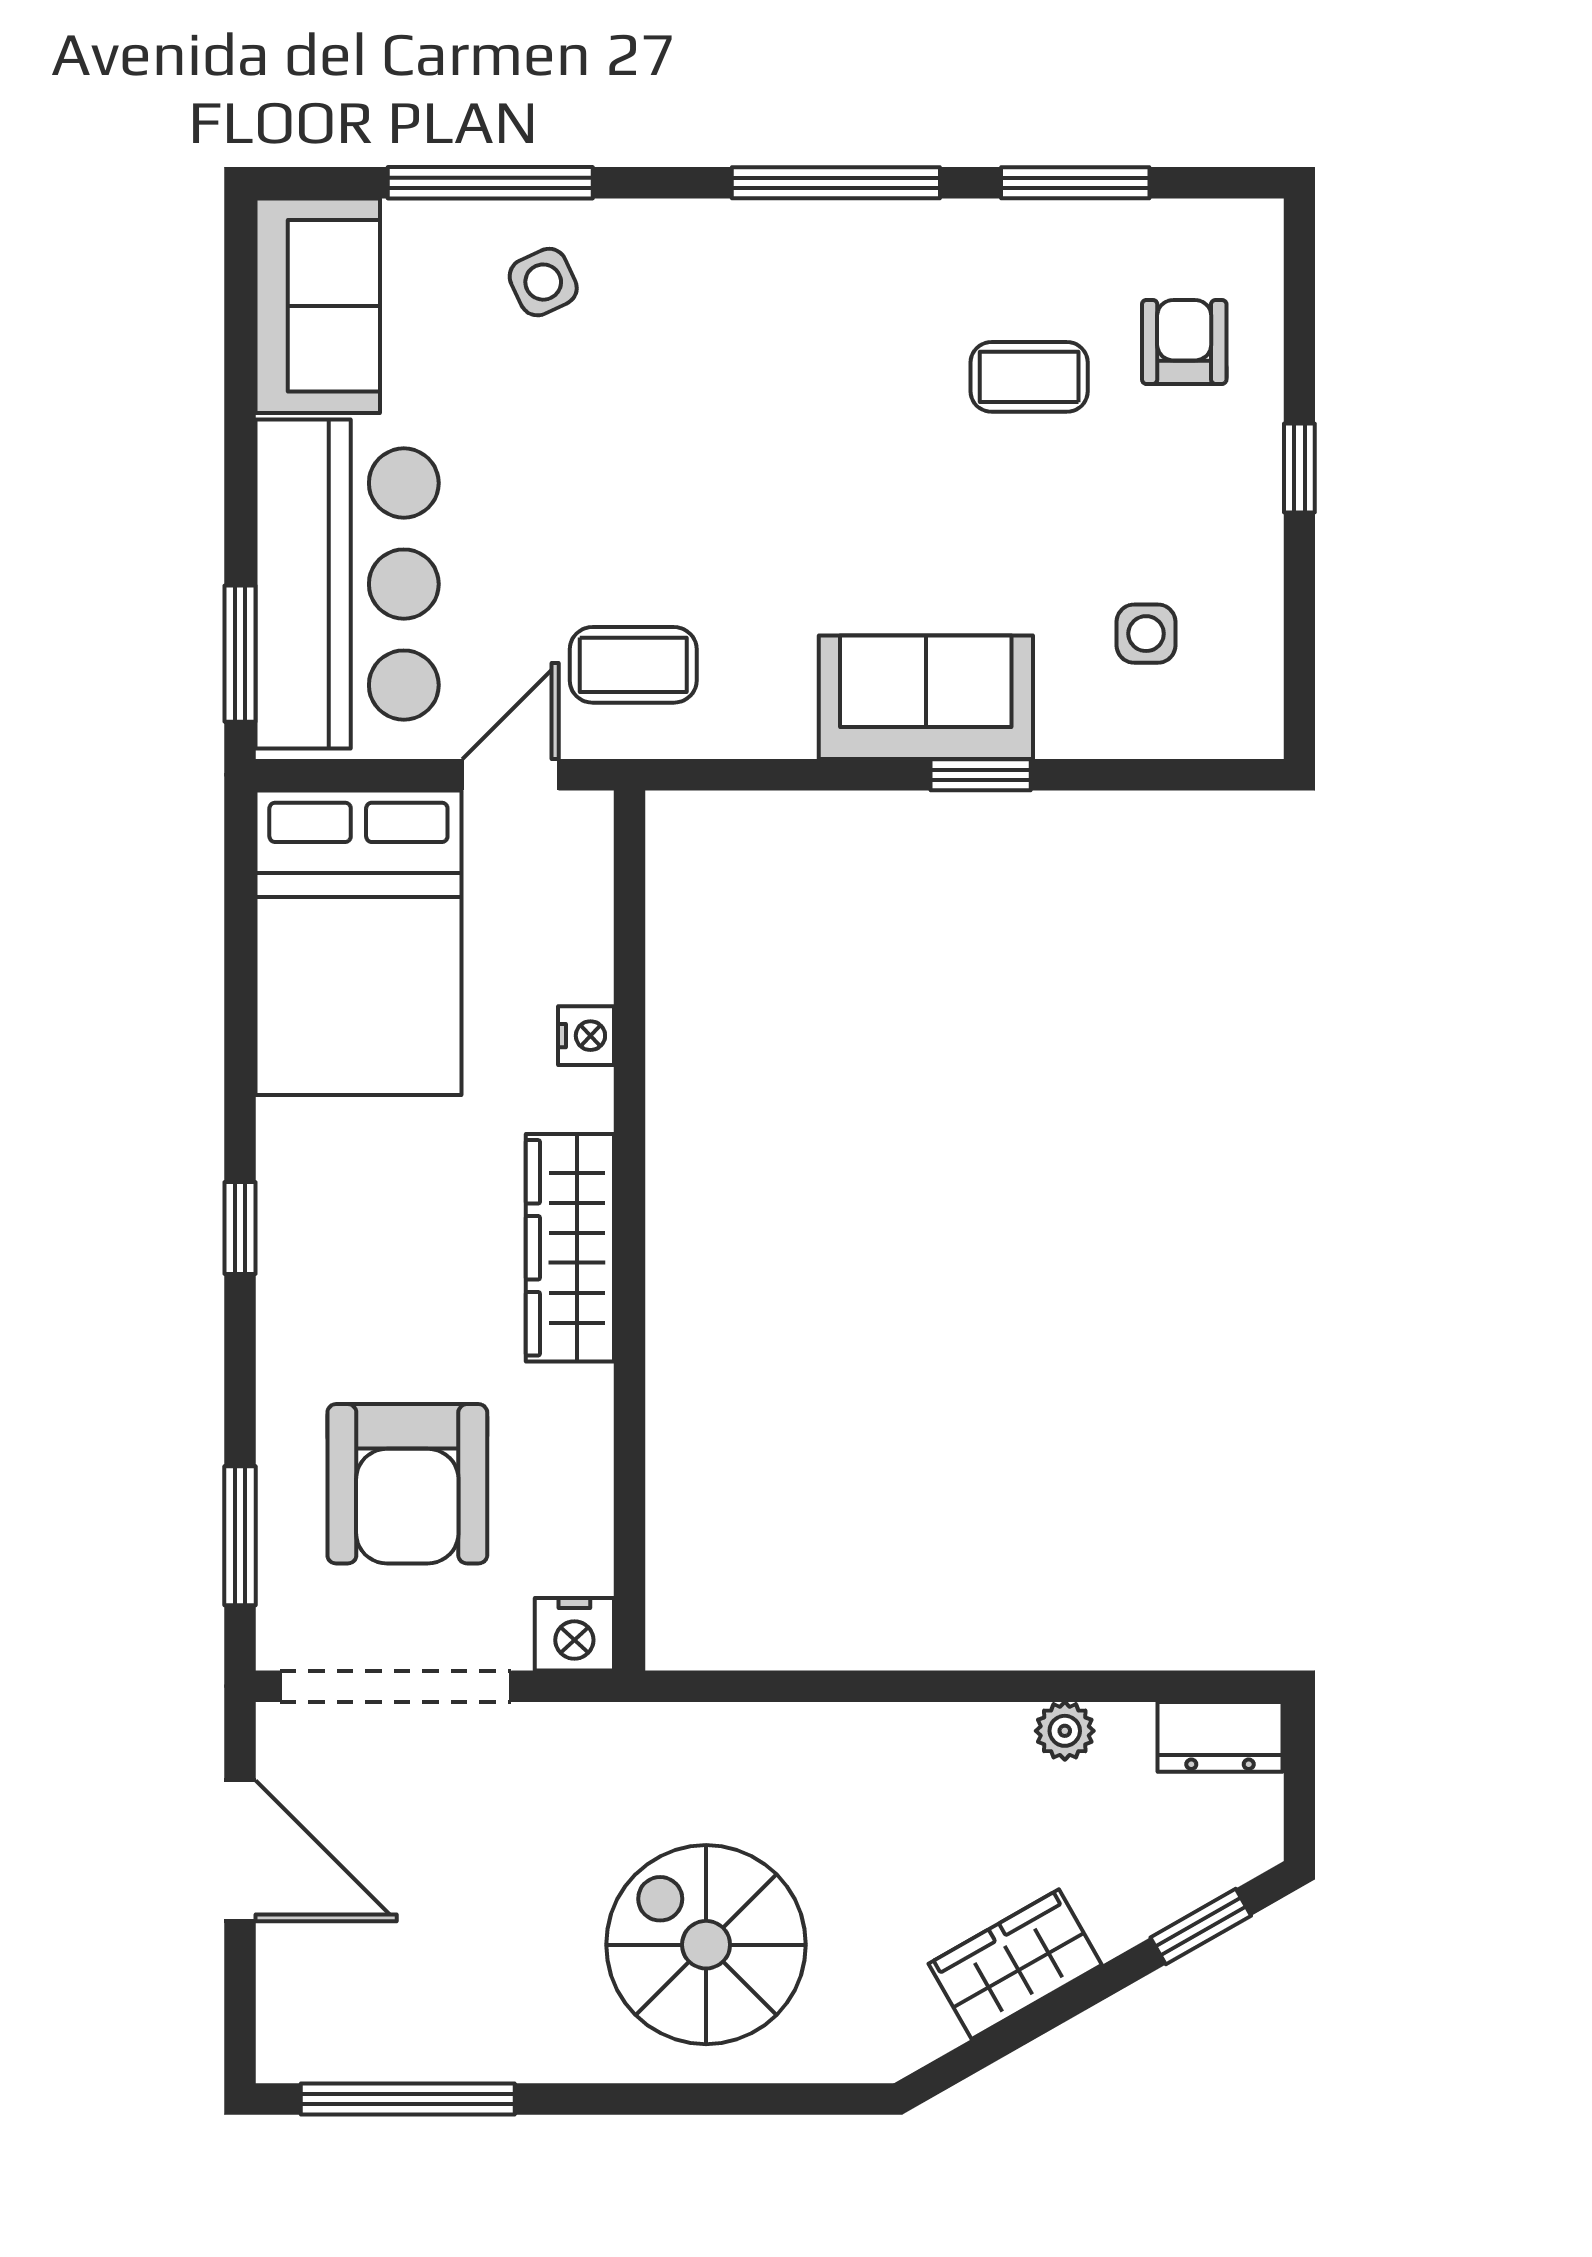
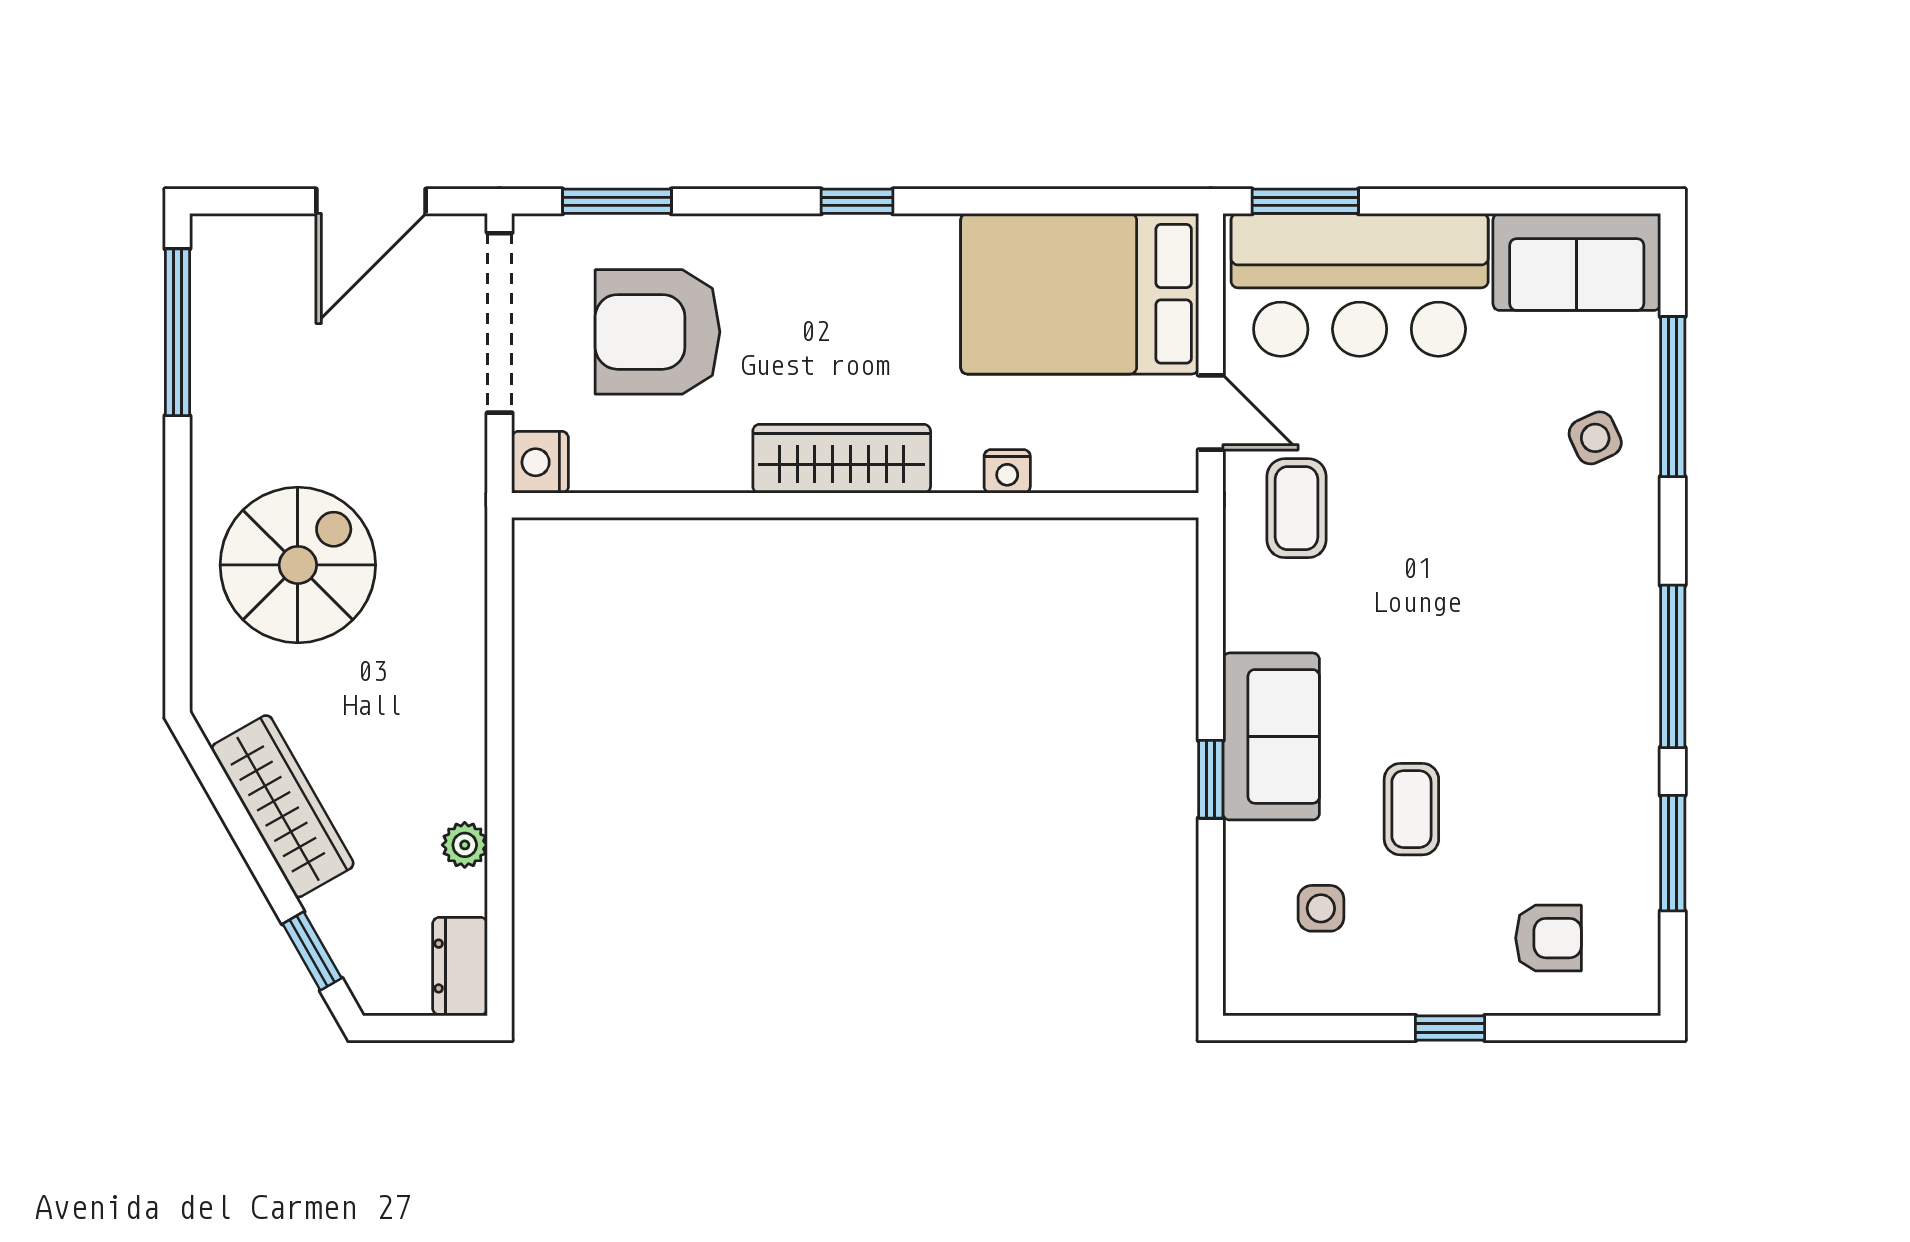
coffee table: (1029, 377) -> (1411, 809), moved
wardrobe: (1015, 1964) -> (283, 806), width x1.50

